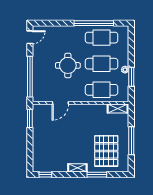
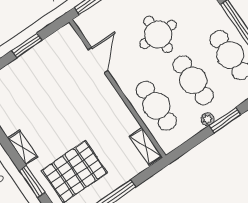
window: (131, 77) -> (225, 120), moved
door: (60, 103) -> (98, 60), swing flipped
window: (30, 118) -> (27, 45), moved

